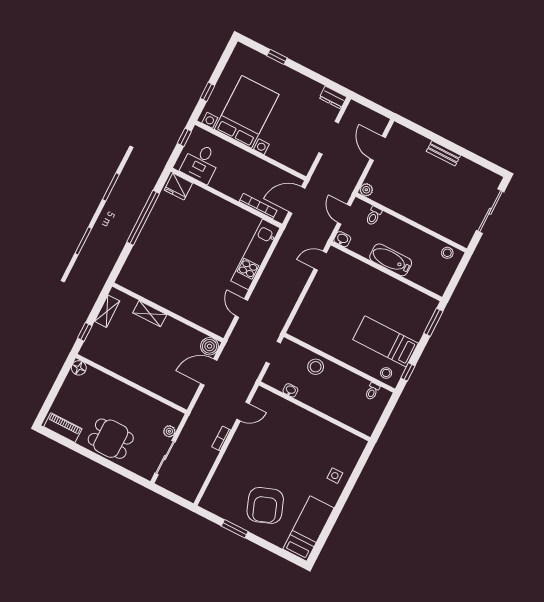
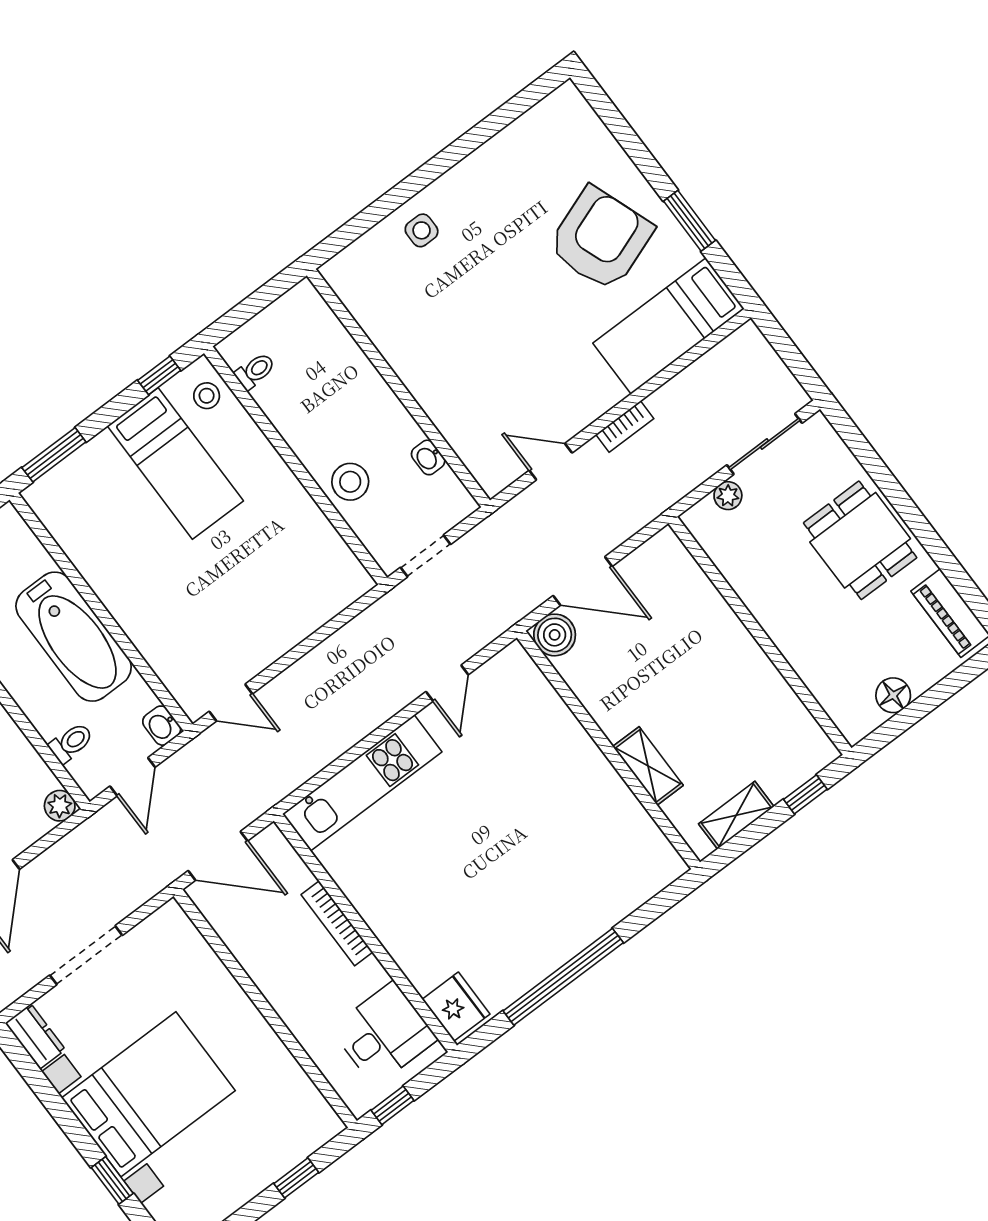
bed with nightstands: (247, 112) -> (148, 1094), moved, turned 180
bookcase: (258, 206) -> (337, 923), moved
bathtub: (391, 260) -> (74, 637), width x1.36, depth x1.36
floor lamp: (79, 368) -> (893, 695), moved
bed: (308, 528) -> (669, 326), moved

